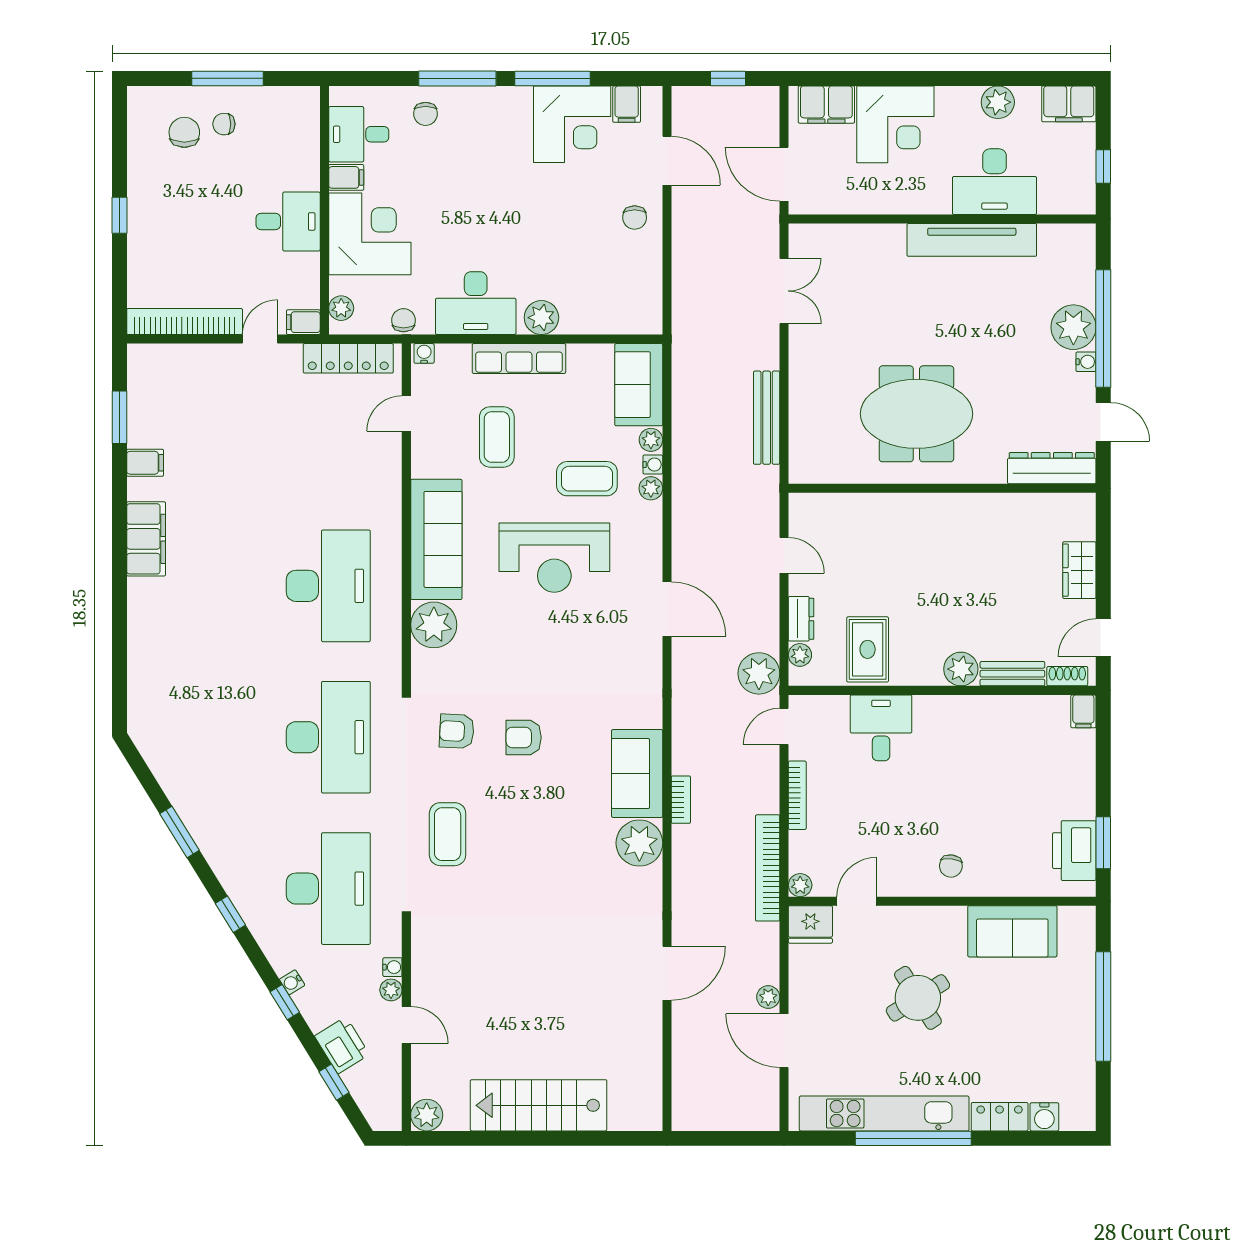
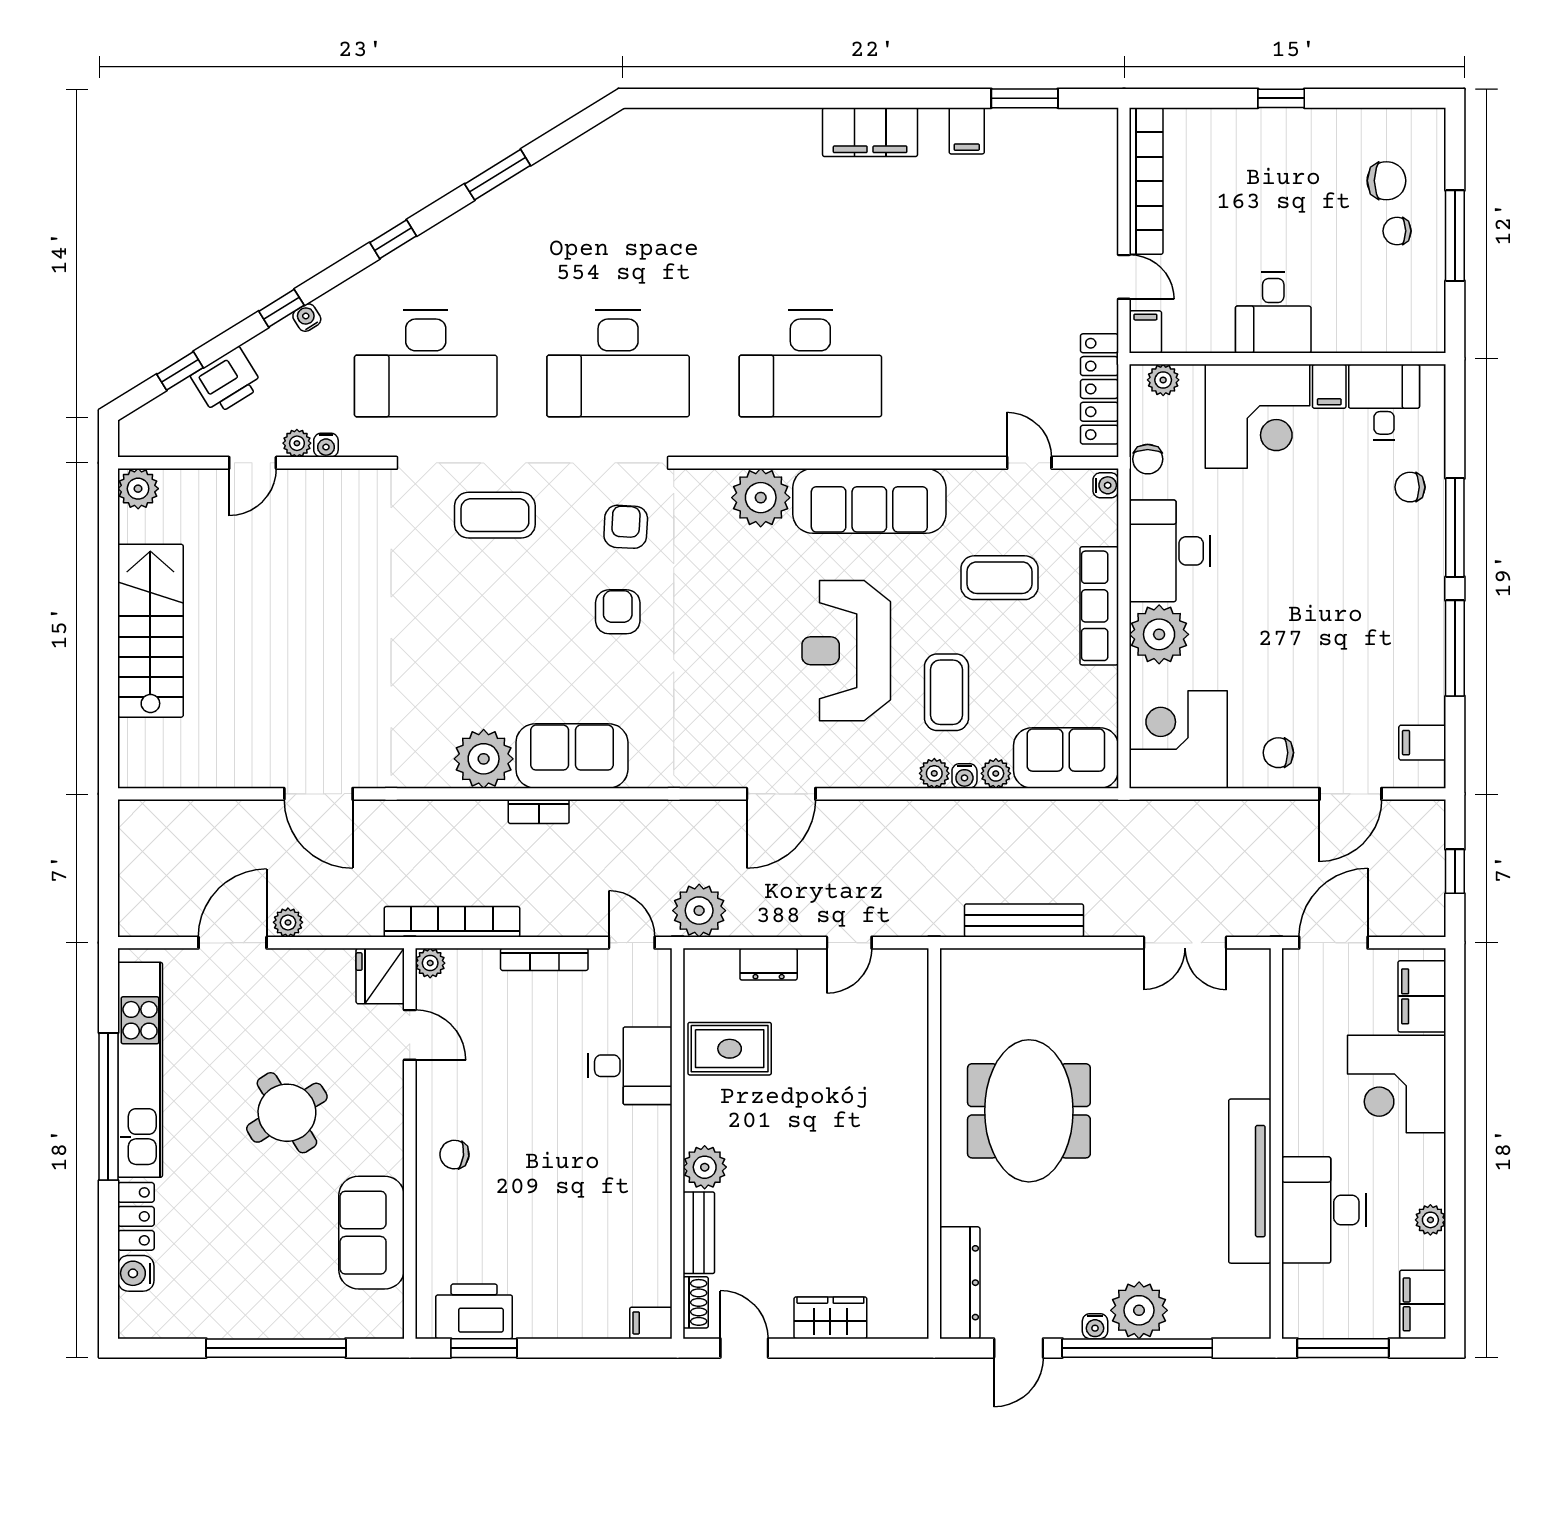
plant: (998, 102) -> (1430, 1220), width x0.73, depth x0.73
chair: (224, 124) -> (1397, 231), turned -90
corner desk: (572, 124) -> (1178, 739), moved, turned 90
window: (1103, 166) -> (1343, 1348), width x2.17
plant: (541, 318) -> (1159, 634), width x1.36, depth x1.36
chair: (403, 320) -> (1148, 459), turned 90
plant: (800, 655) -> (723, 963), removed

